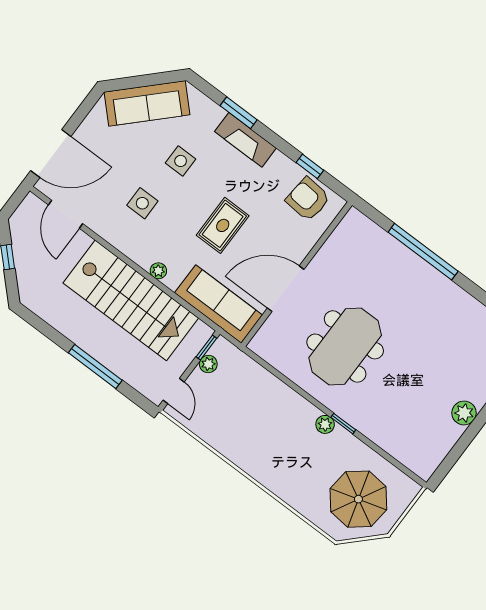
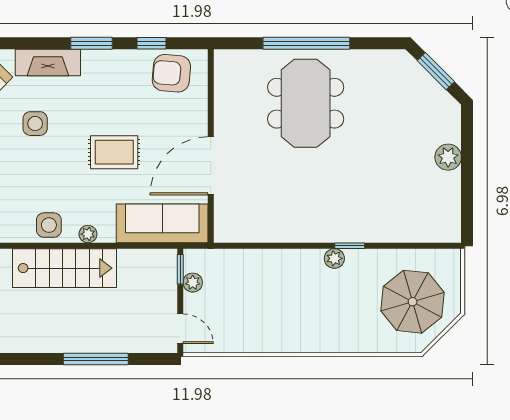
window: (239, 113) -> (92, 43), moved
fireplace: (245, 140) -> (48, 63), moved
side table: (142, 203) -> (49, 225), moved
rug: (223, 225) -> (114, 152), turned 90
stairs: (131, 300) -> (65, 268), width x0.73, depth x0.66
meeting table: (345, 346) -> (306, 103), moved

